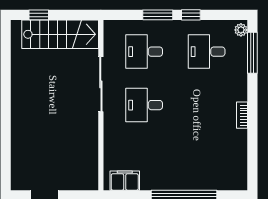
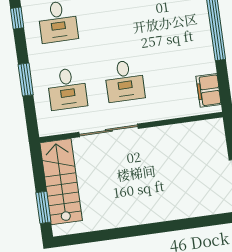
window: (39, 15) -> (43, 207), width x1.50
window: (191, 15) -> (17, 18), moved

